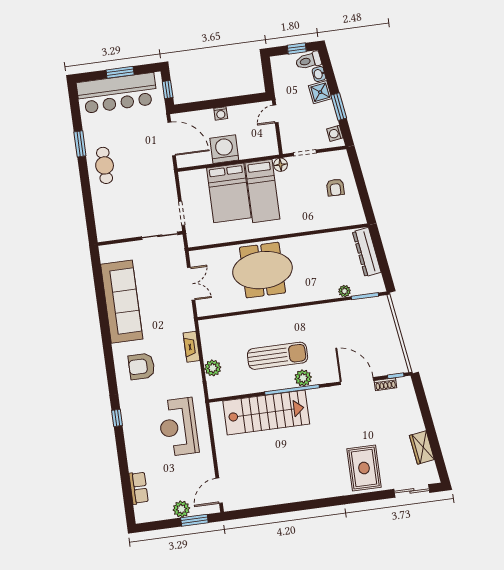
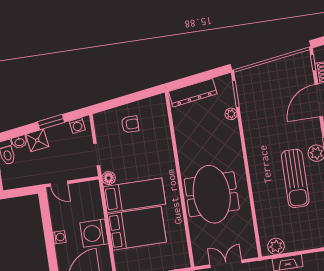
sun lounger: (278, 356) -> (295, 178), turned 180
plant: (213, 368) -> (276, 246), moved

